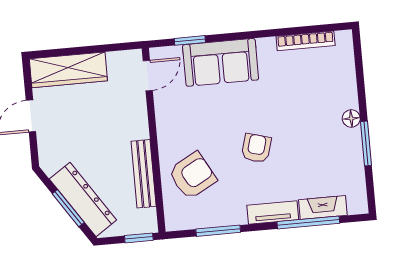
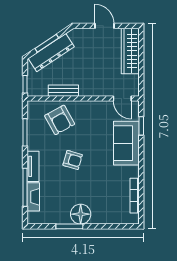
floor lamp: (351, 118) -> (81, 214), width x1.89, depth x1.89
bench: (144, 174) -> (63, 91), width x0.73

